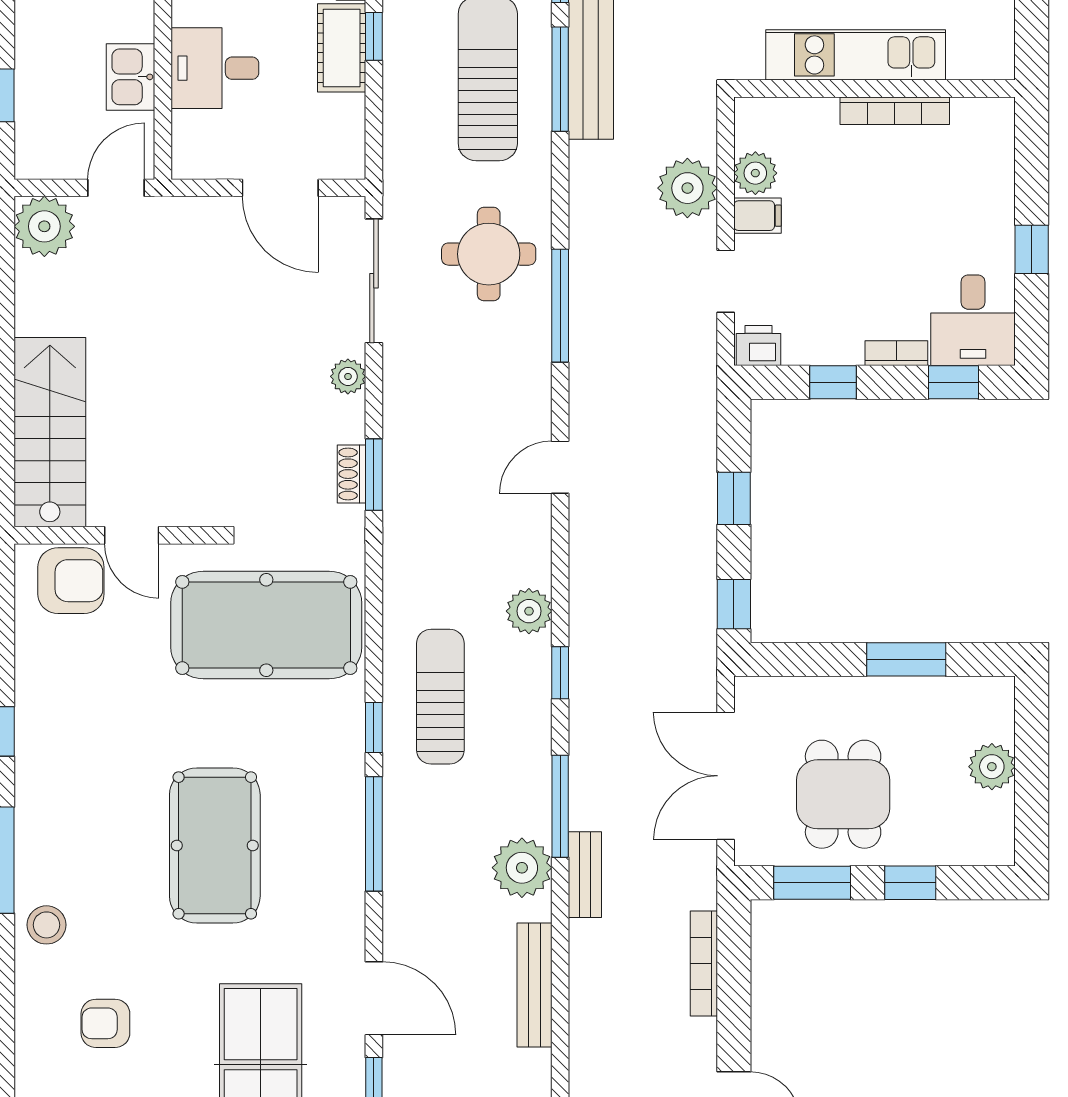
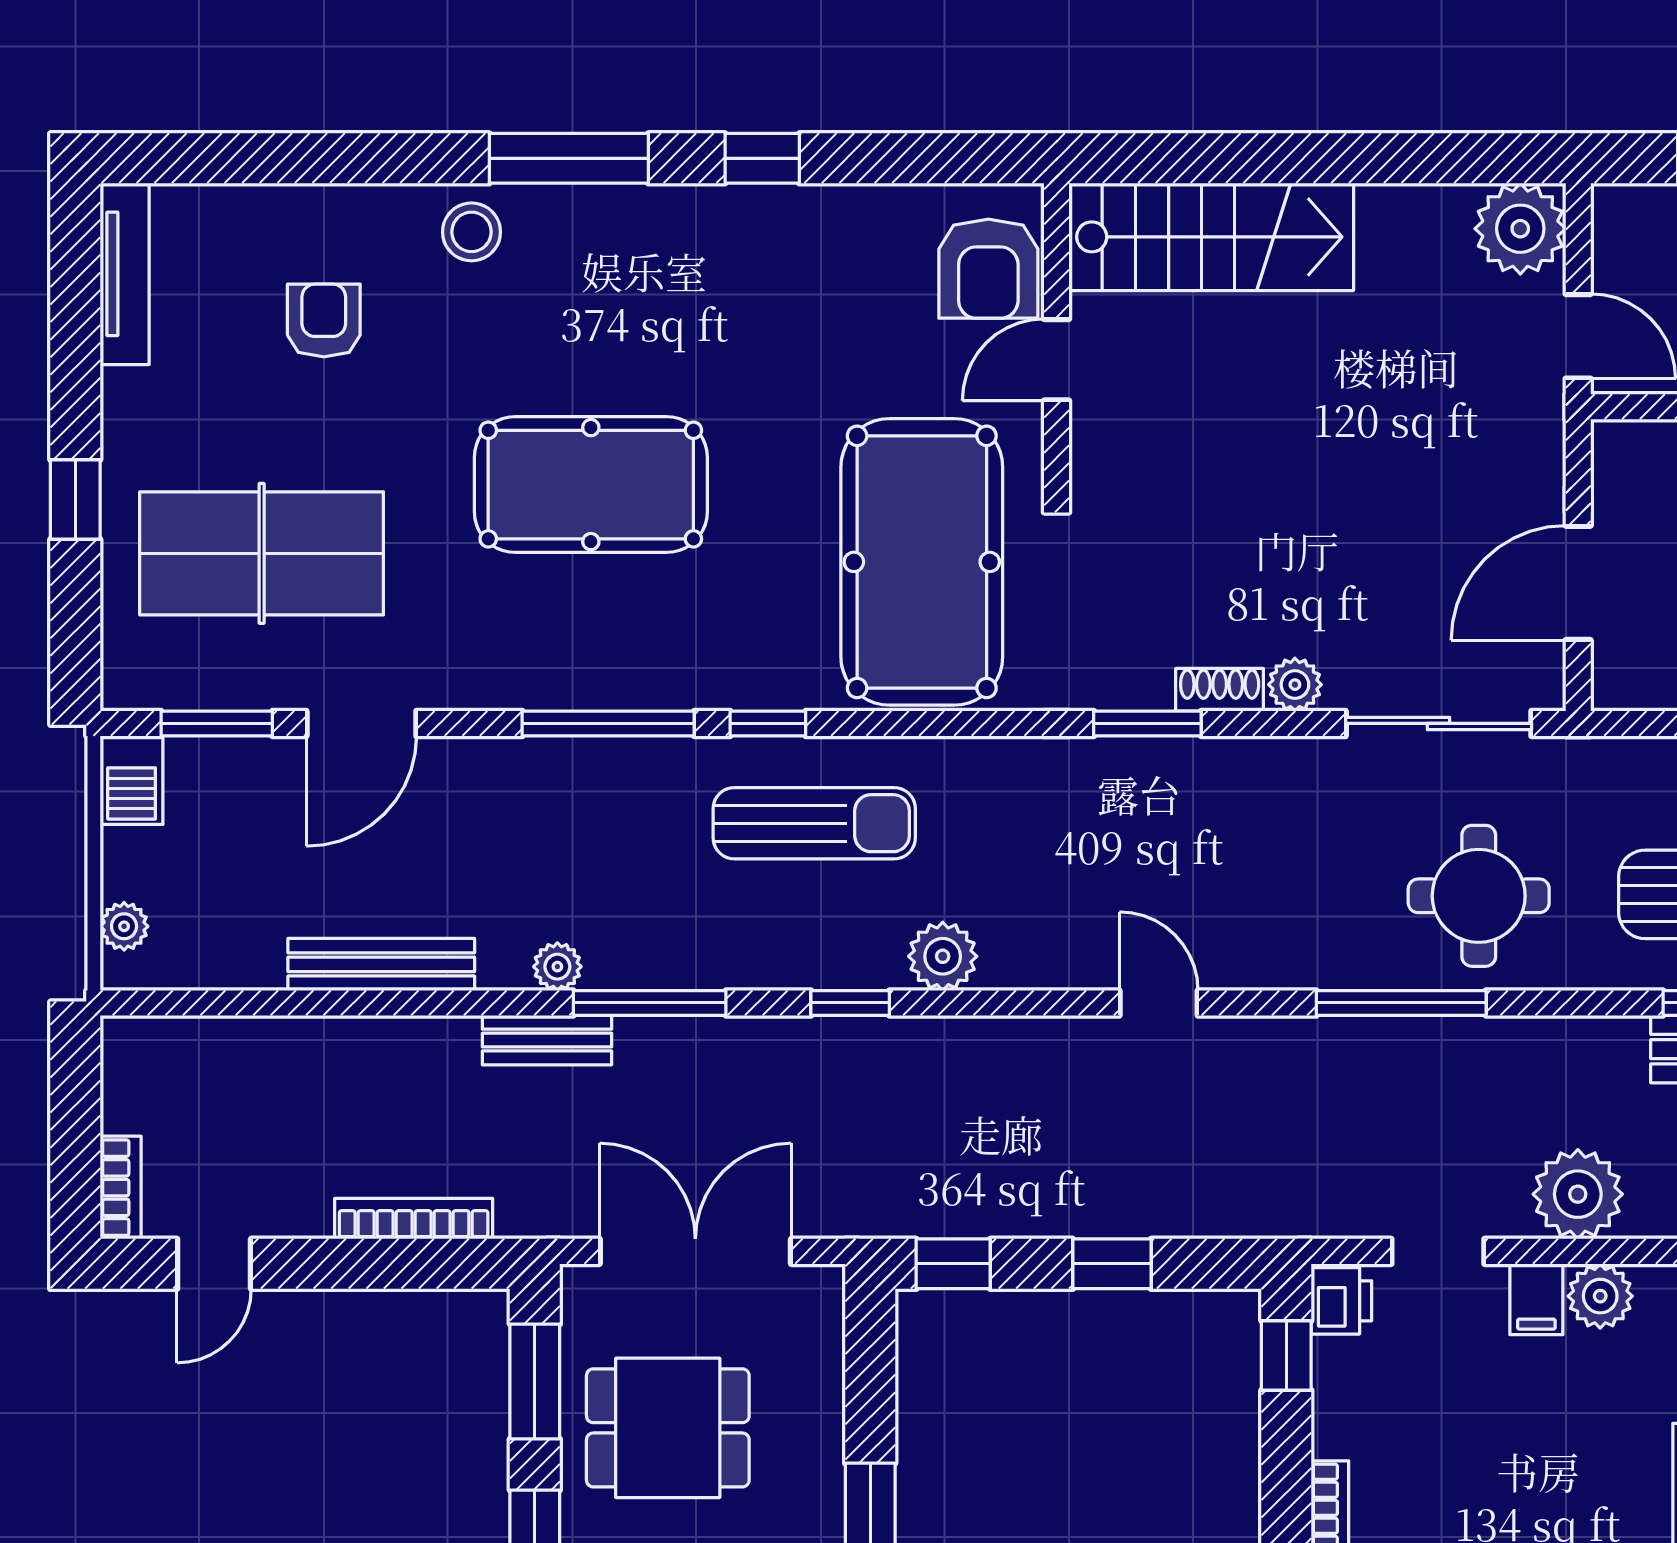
window: (833, 382) -> (1286, 1355), moved
shoe rack: (351, 474) -> (1220, 690), moved
plant: (522, 868) -> (557, 967), width x0.53, depth x0.53

